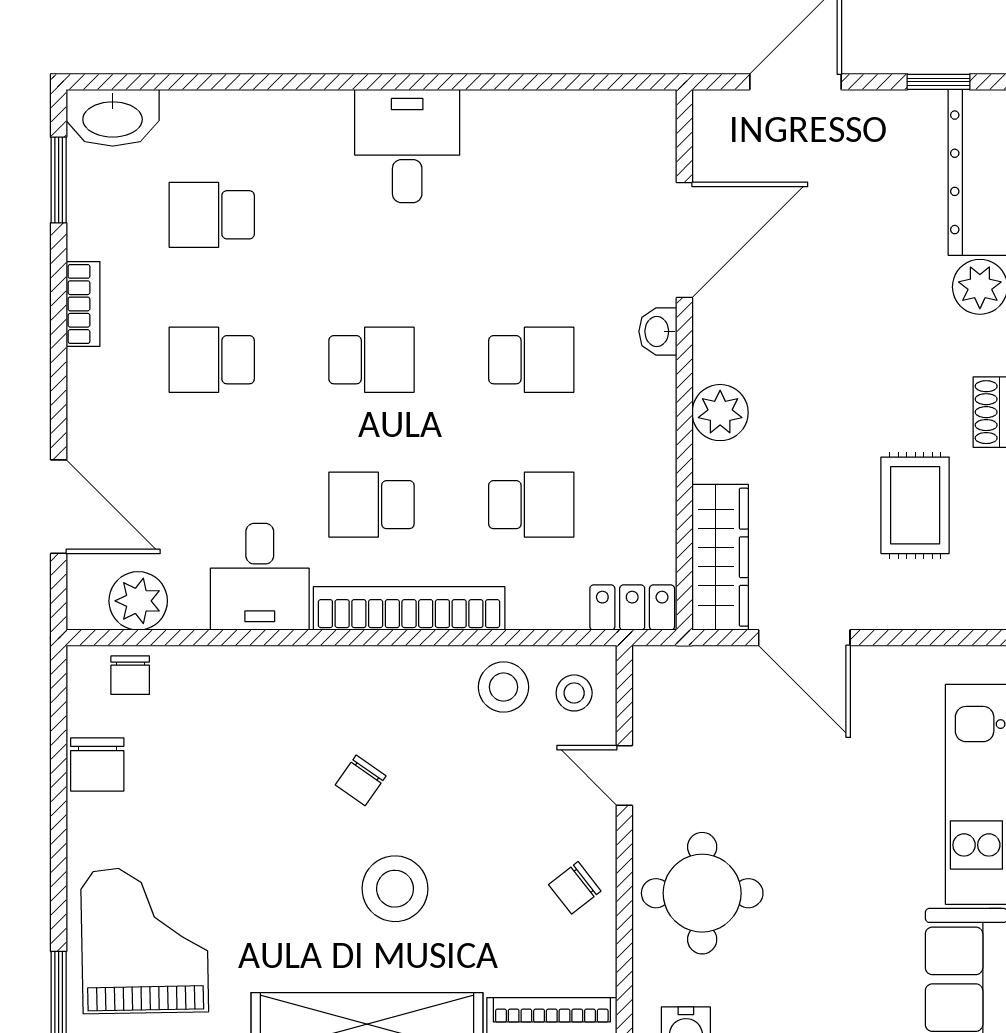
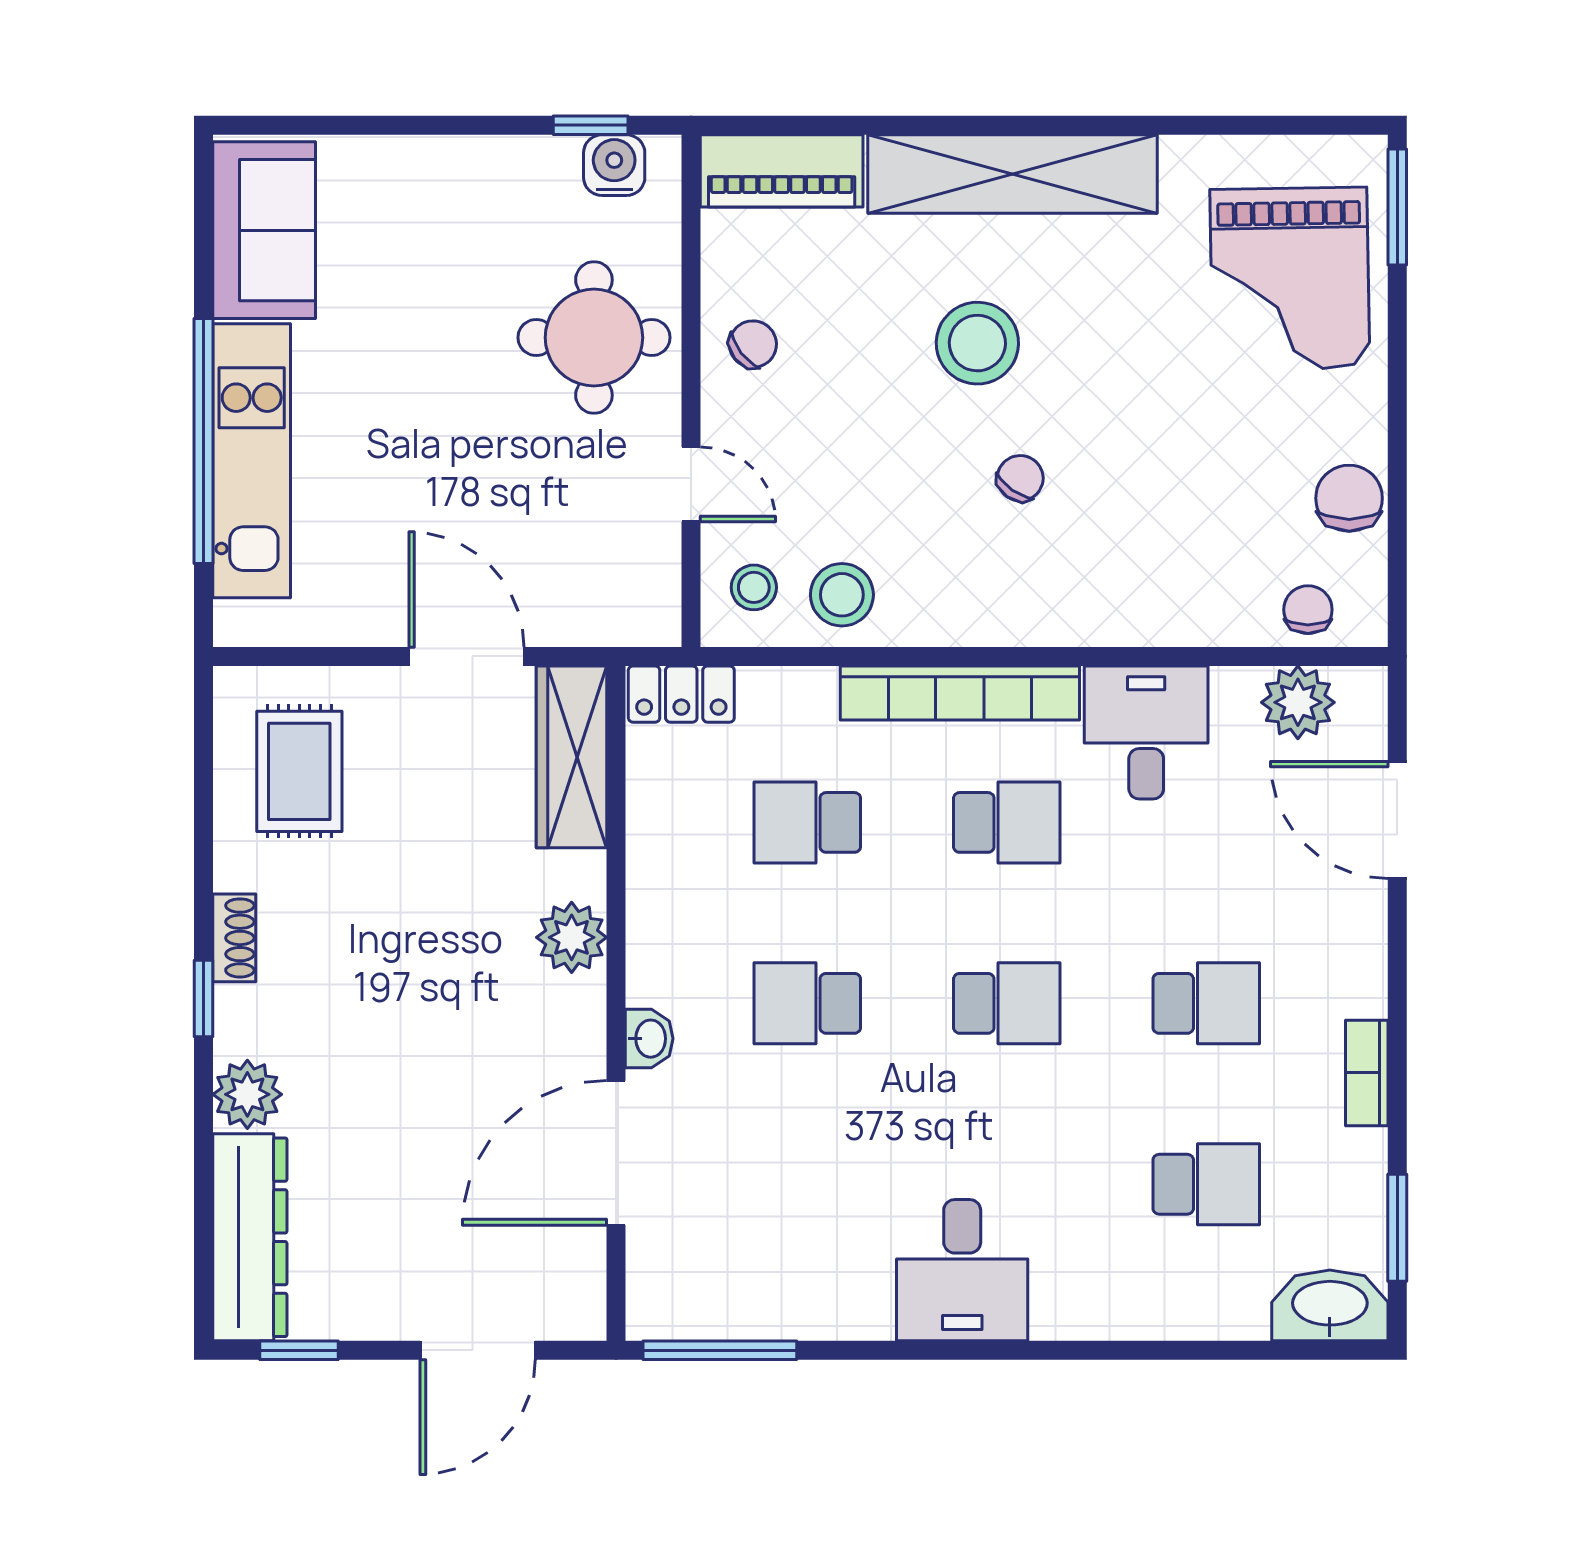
window: (601, 82) -> (720, 1350), added
school desk: (371, 360) -> (1007, 1003), turned 180
rug: (915, 505) -> (299, 771), moved

